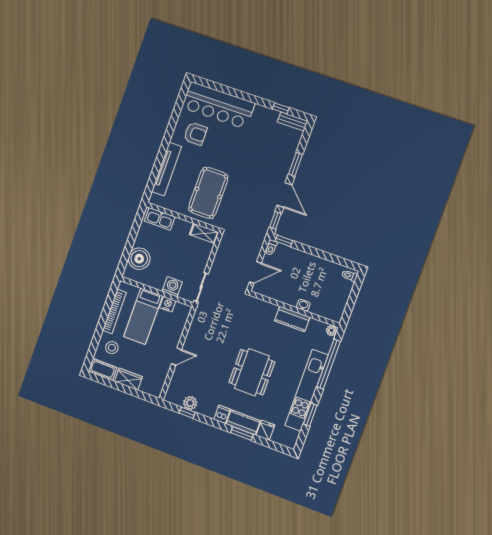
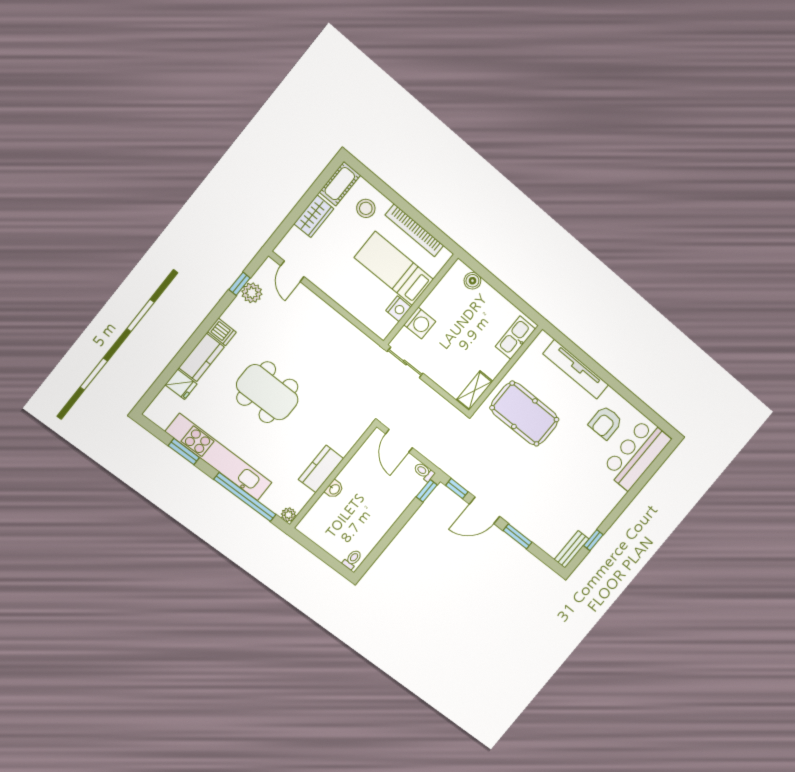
bar counter: (218, 105) -> (636, 454), width x0.73
boiler: (139, 259) -> (472, 281), width x0.54, depth x0.54
door: (176, 357) -> (292, 271), moved
window: (242, 434) -> (186, 350), removed

